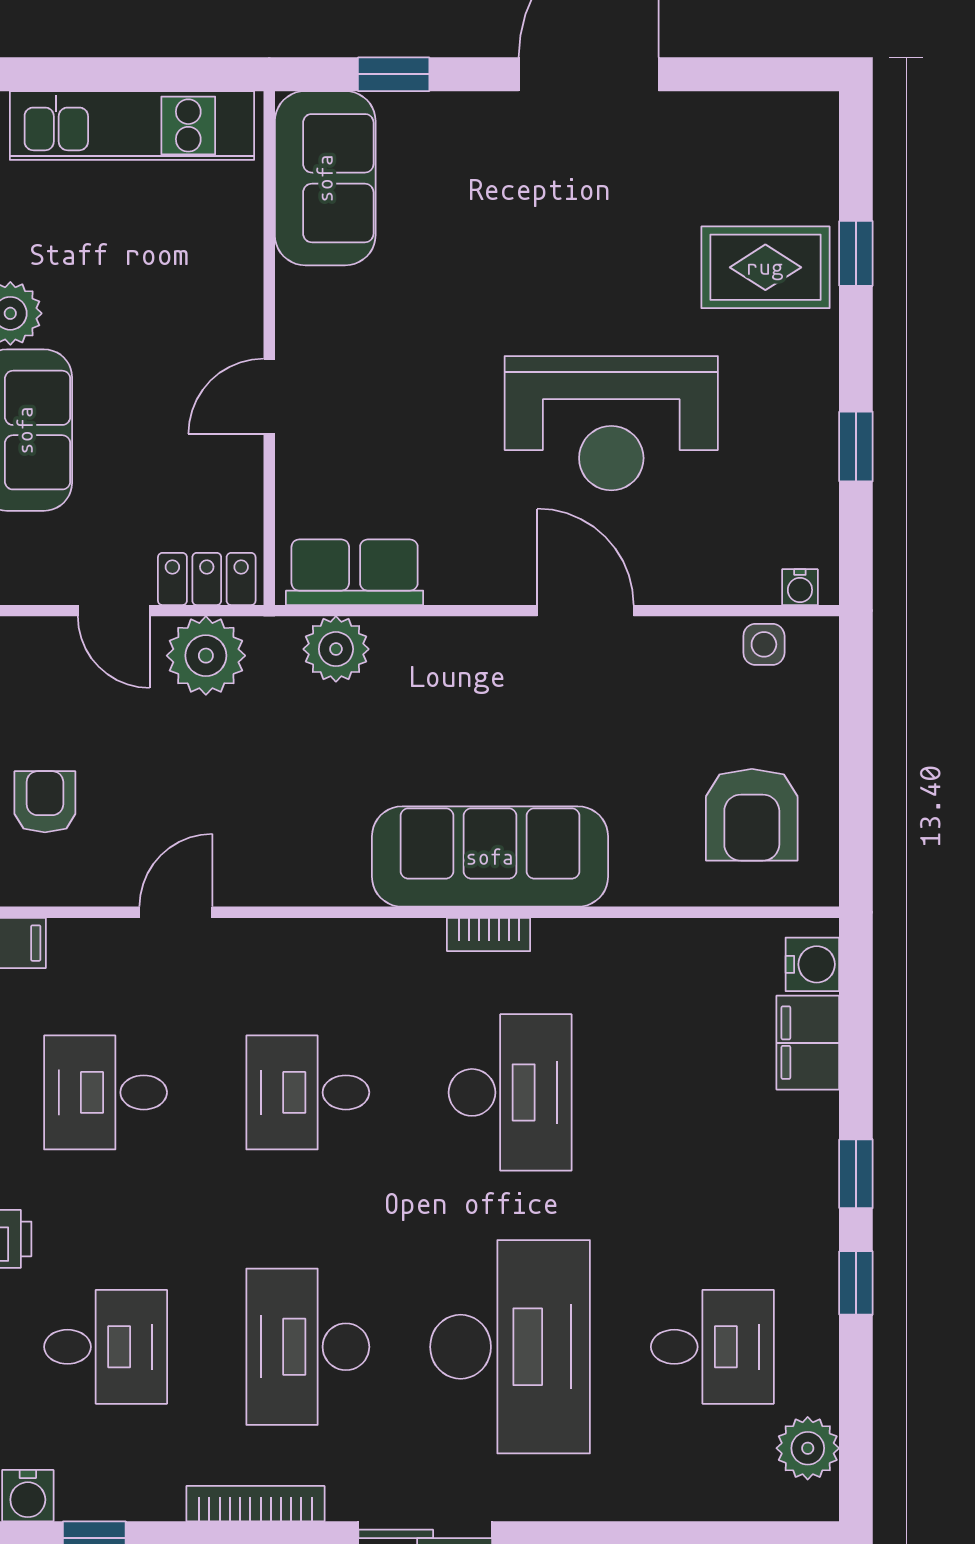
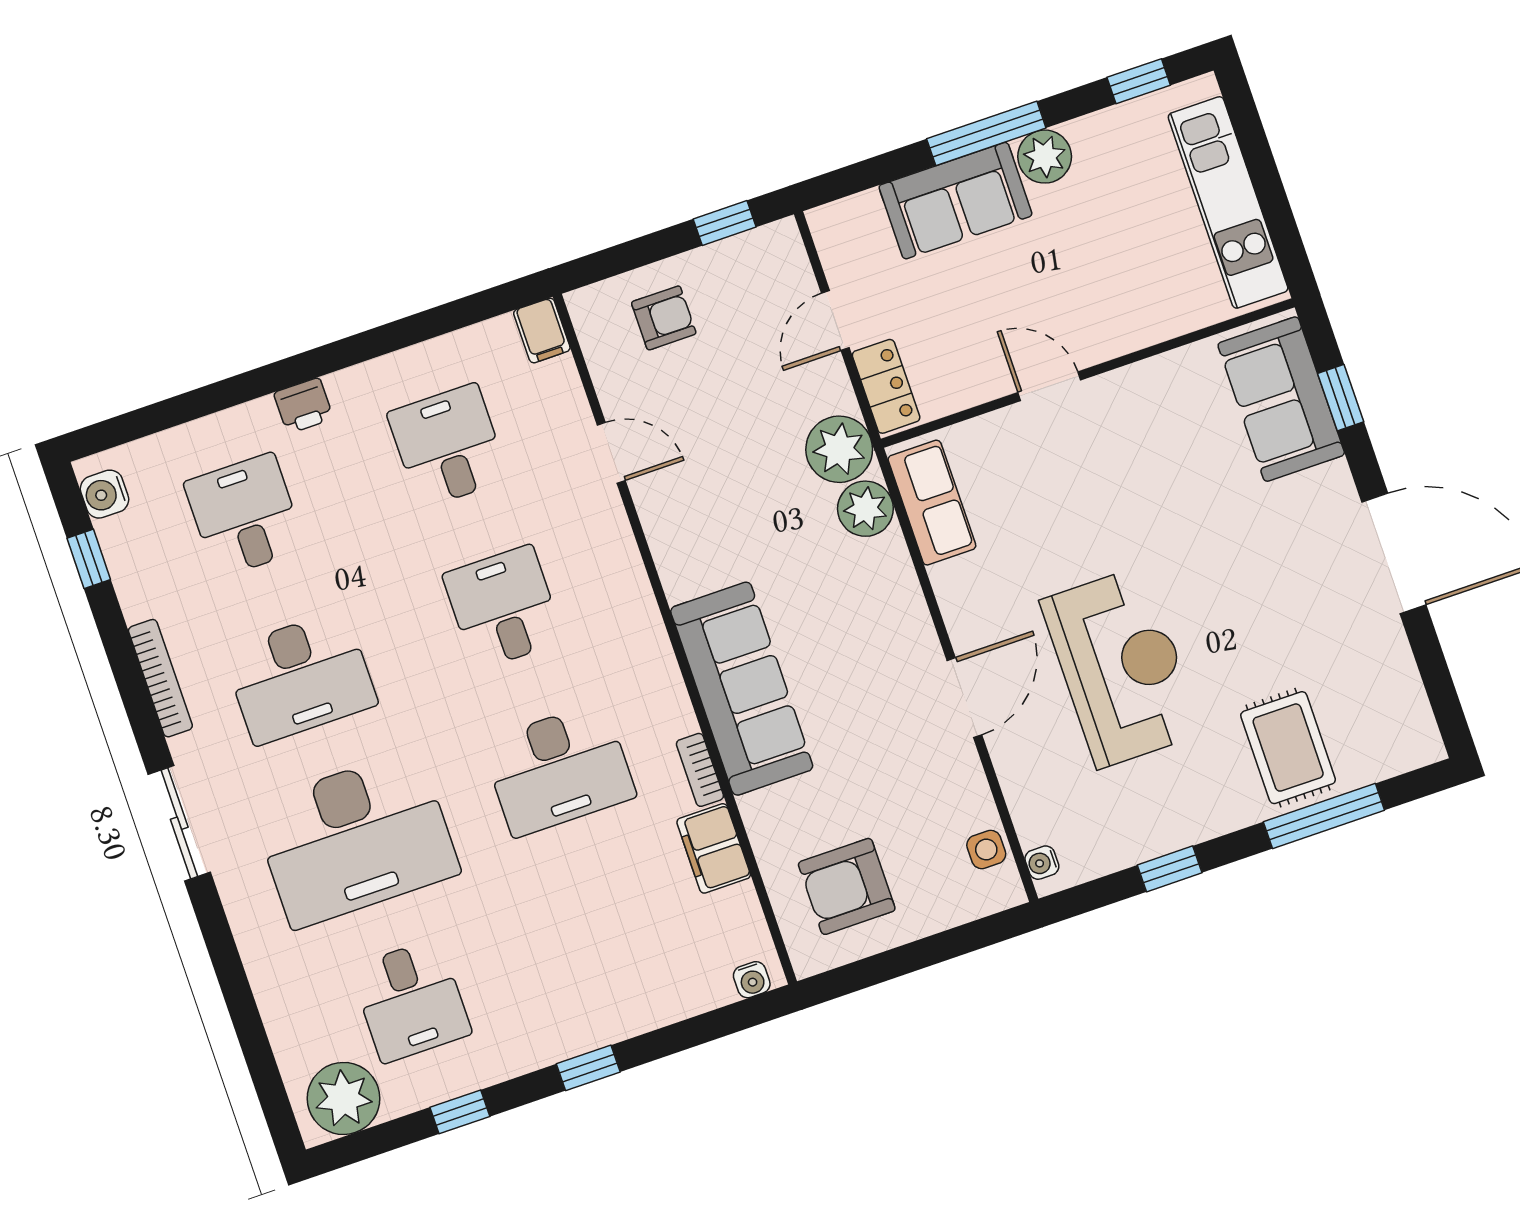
sofa: (325, 178) -> (1281, 399), moved, turned 90
window: (856, 253) -> (1324, 816), width x2.17
reception desk: (611, 423) -> (1121, 667), turned 180
plant: (206, 656) -> (839, 449), moved
bookcase: (489, 935) -> (700, 770), moved
water cooler: (812, 964) -> (752, 980), width x0.72, depth x0.72
filing cabinet: (808, 1043) -> (714, 848), moved, turned -90
window: (856, 1283) -> (460, 1112), moved
desk: (106, 1347) -> (245, 516), turned 180
desk: (308, 1347) -> (300, 677), turned 180
plant: (808, 1448) -> (344, 1098), width x1.36, depth x1.36

